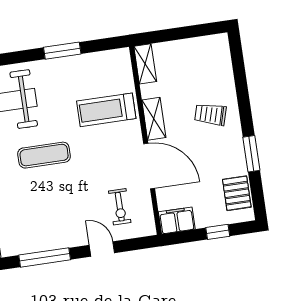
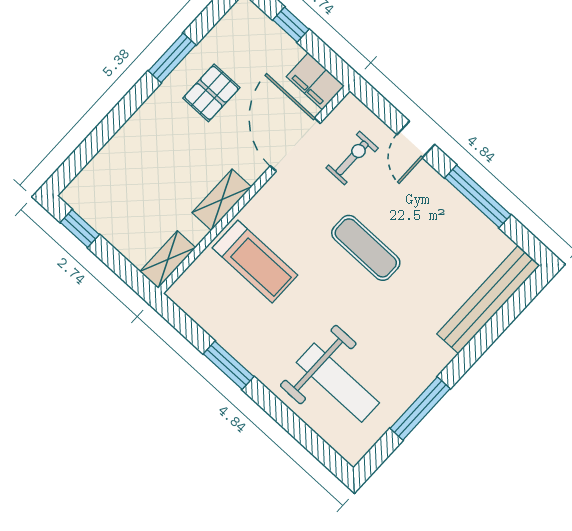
window: (200, 30) -> (80, 229), added
trolley: (210, 114) -> (165, 140), removed
exercise mat: (44, 155) -> (366, 248), moved
door: (149, 166) -> (295, 145), moved
pallet: (237, 193) -> (211, 93), moved

